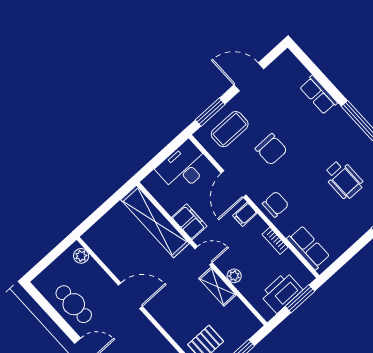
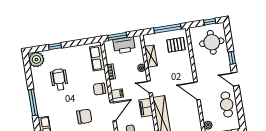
chair: (271, 149) -> (84, 116), turned 90
shelving: (217, 287) -> (151, 56), moved

